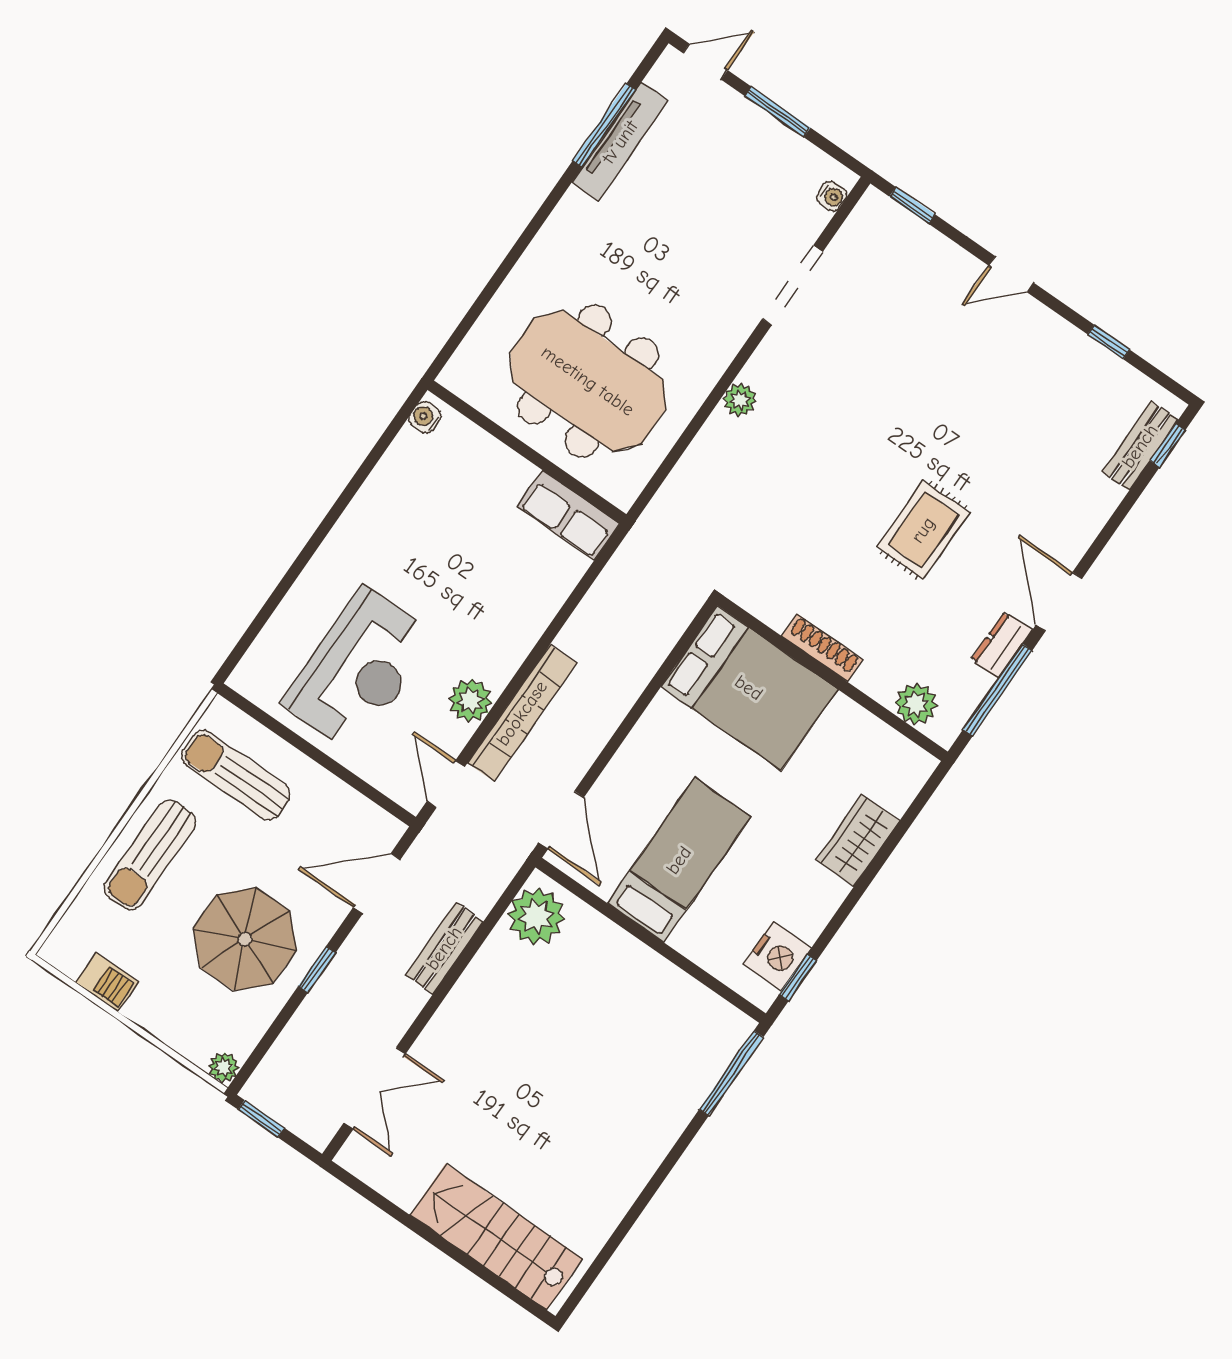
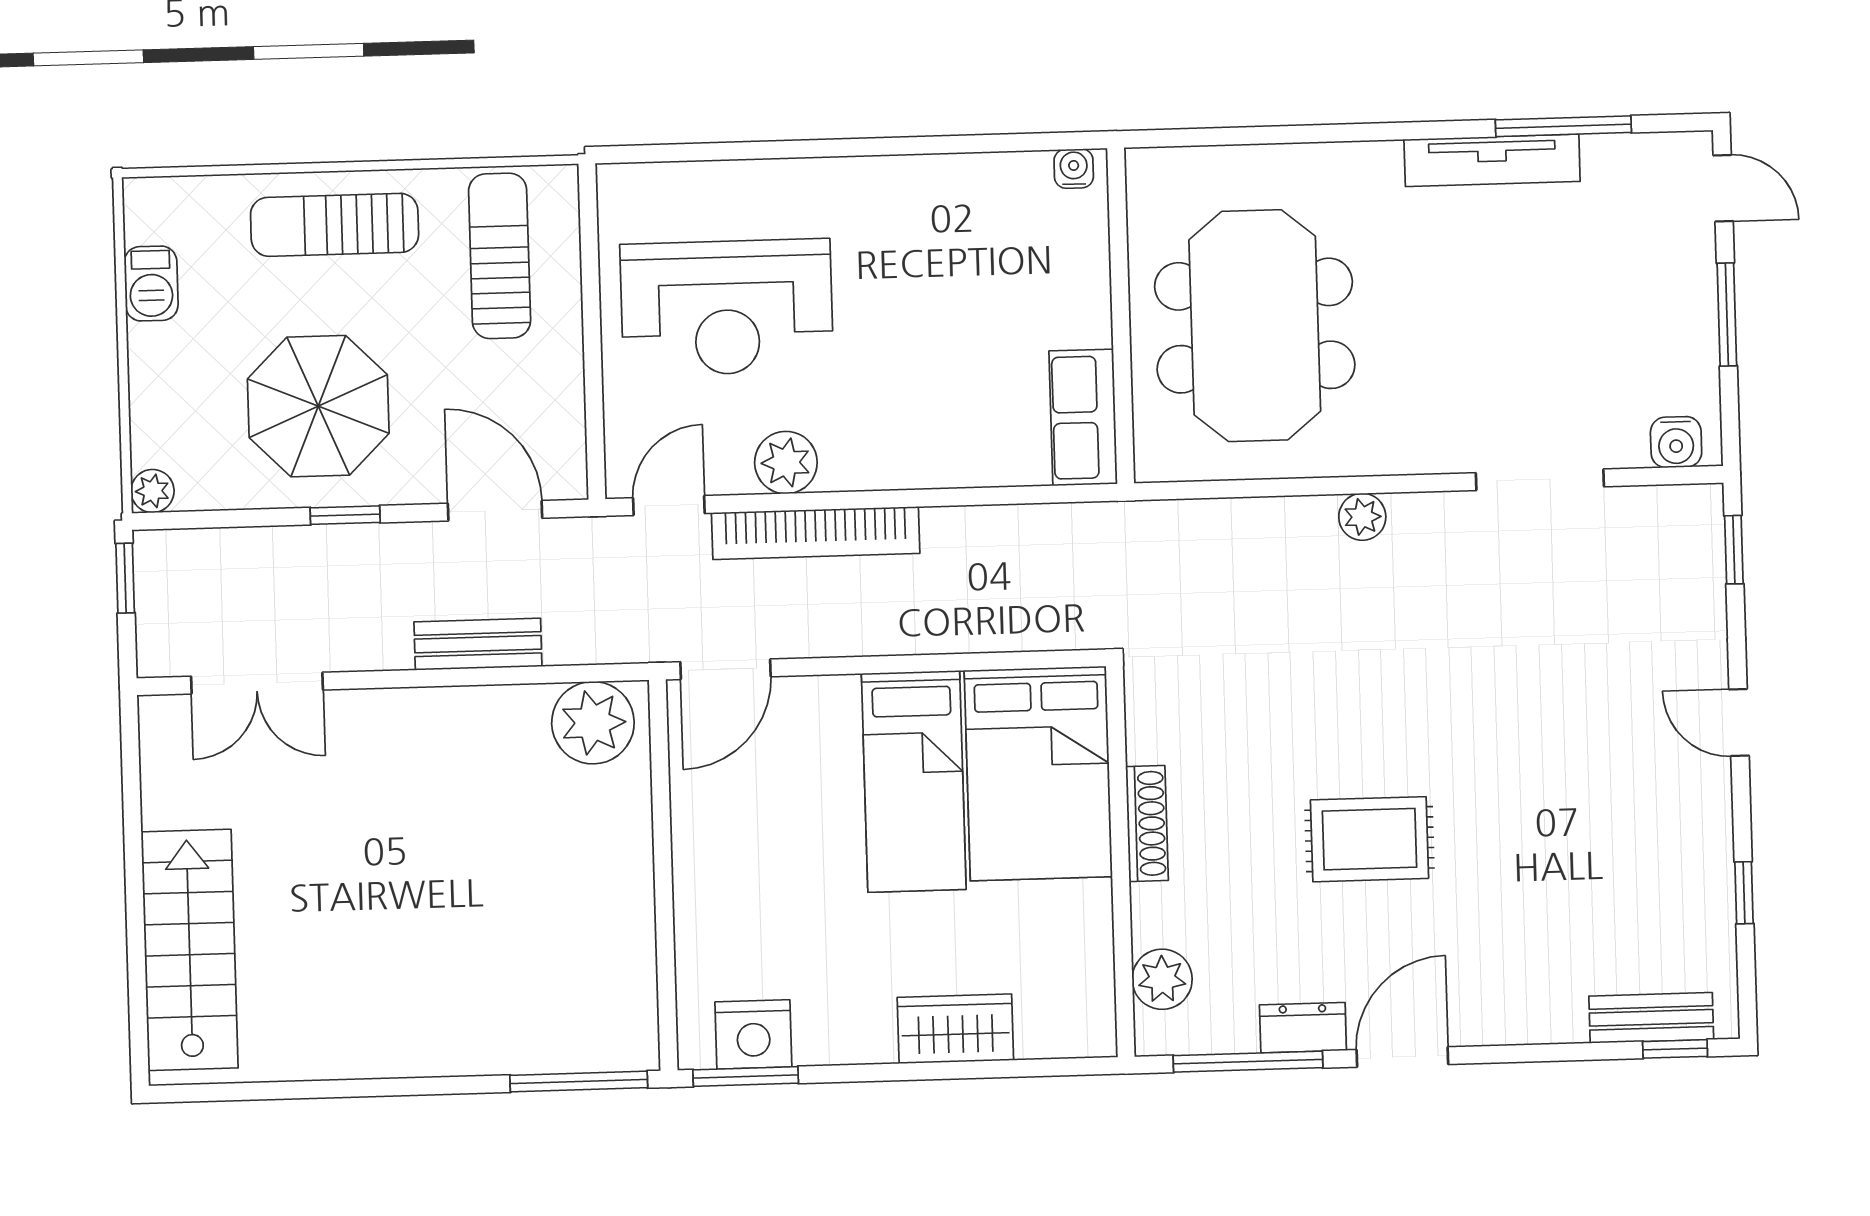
tv unit: (620, 142) -> (1492, 160), moved
water cooler: (832, 196) -> (1676, 442), width x1.38, depth x1.38
bed: (679, 860) -> (914, 781), moved, turned 90
window: (798, 978) -> (746, 1077), width x1.50

